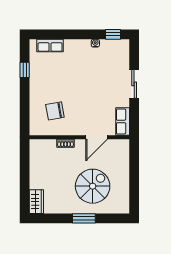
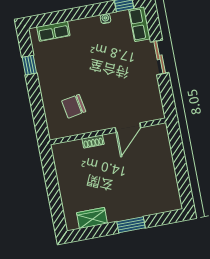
row of seats: (123, 121) -> (139, 24), moved
spiral stairs: (93, 186) -> (134, 185), removed
wardrobe: (36, 202) -> (92, 218), moved, turned -90

